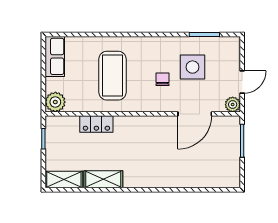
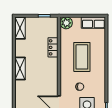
coffee table: (112, 76) -> (82, 57), turned 90
shelving: (103, 179) -> (20, 69), moved

